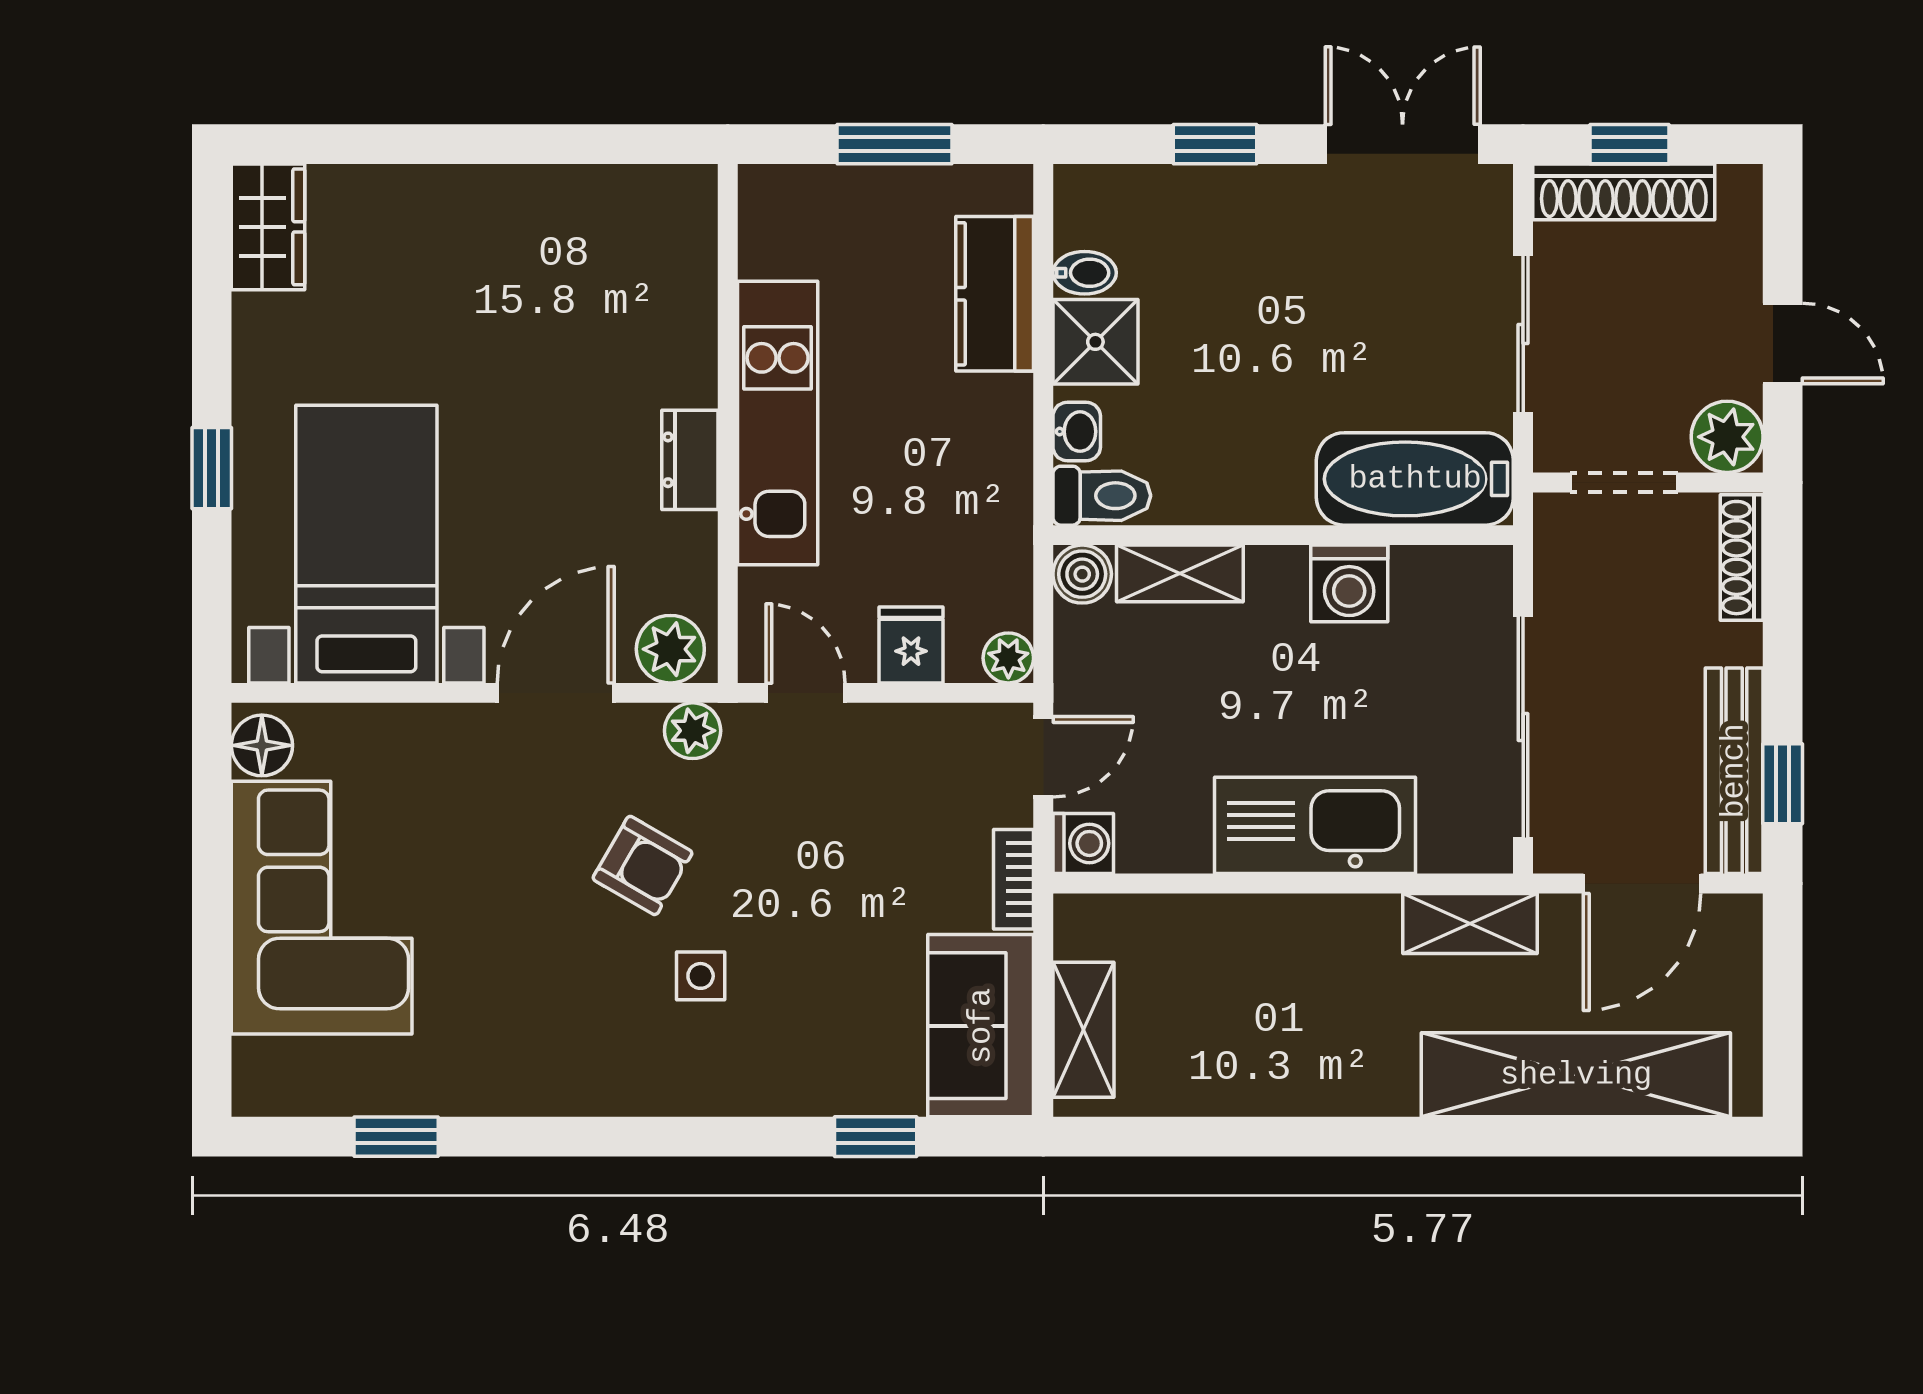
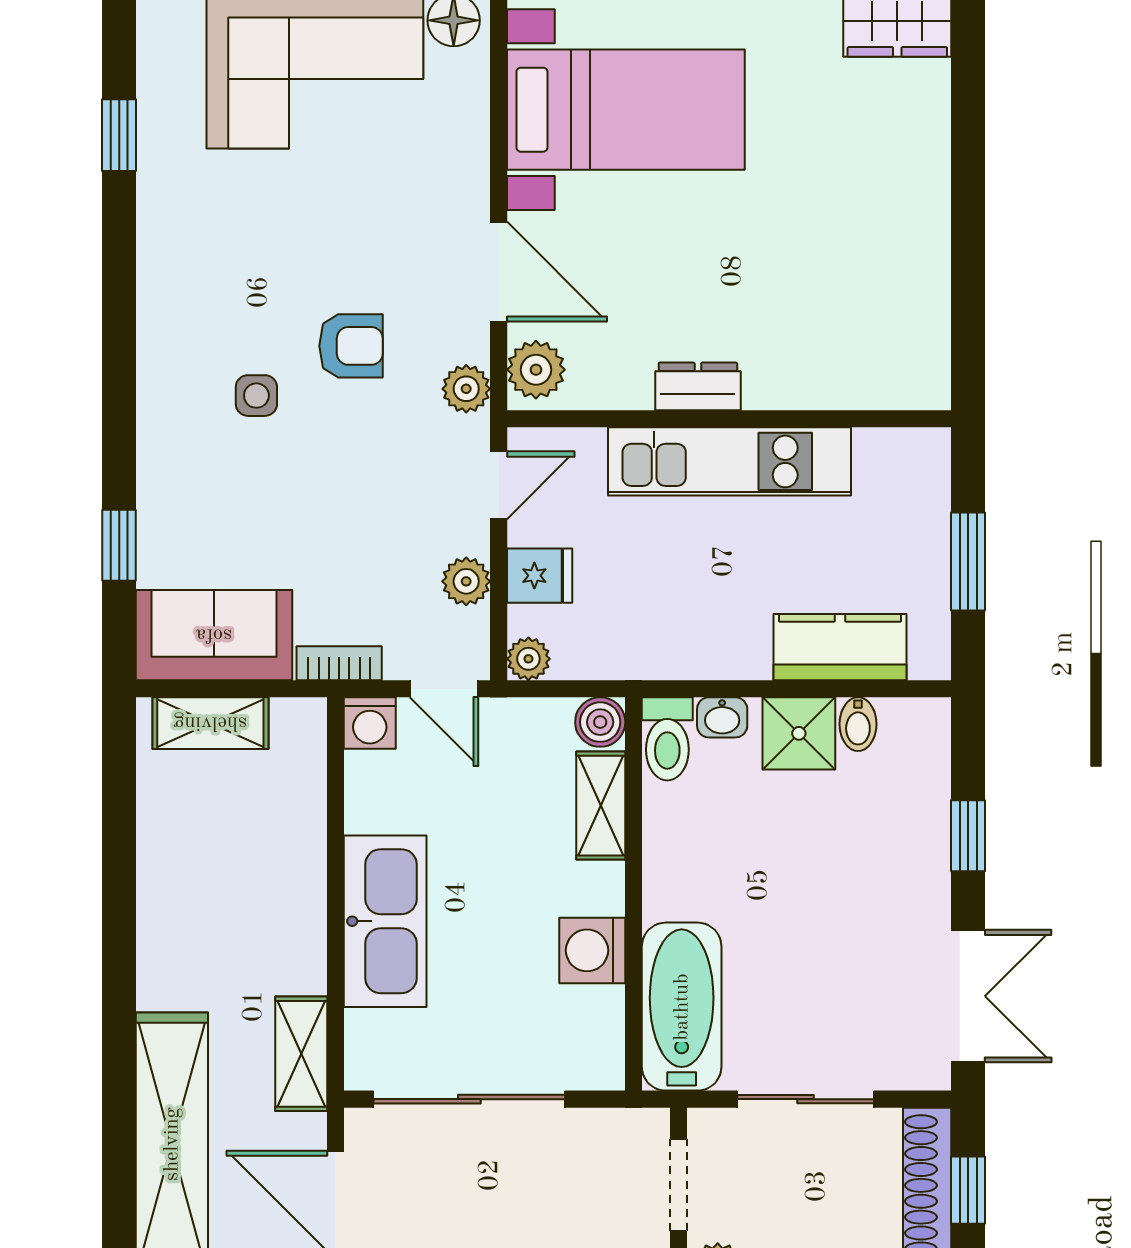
plant: (918, 731) -> (466, 581), added
armchair: (643, 865) -> (351, 346), turned -120

